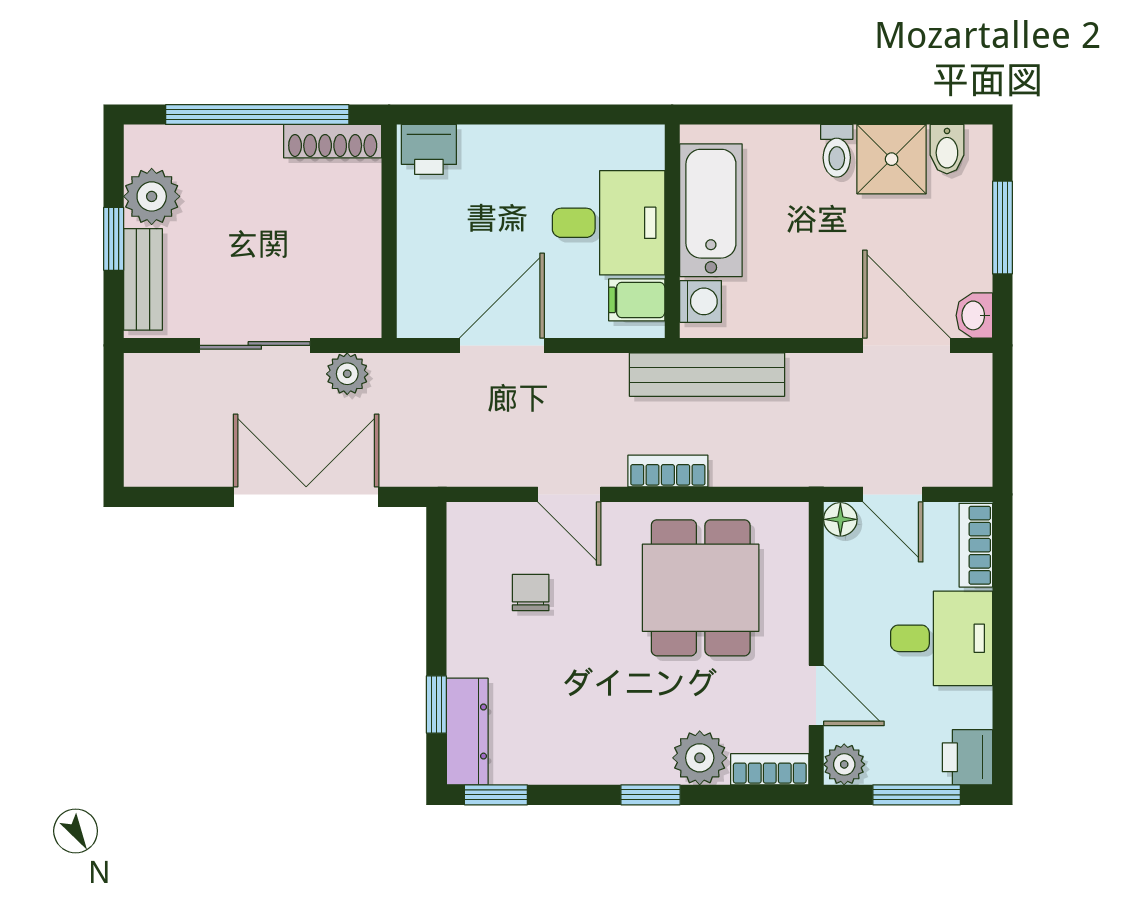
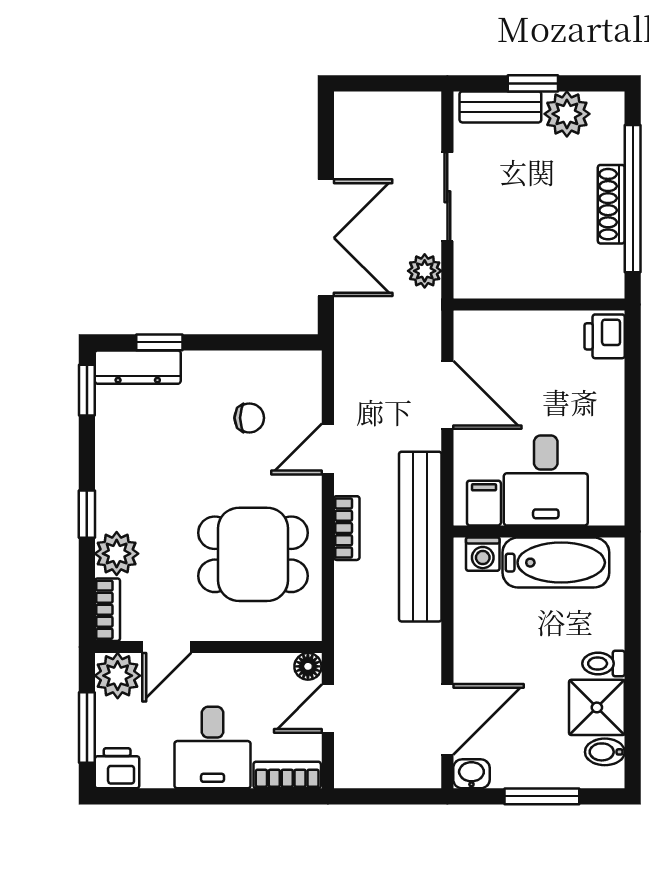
shoe rack: (333, 141) -> (611, 204), moved
bench: (707, 375) -> (420, 537), width x1.37, depth x1.21
plant: (844, 764) -> (118, 676), width x1.38, depth x1.38

